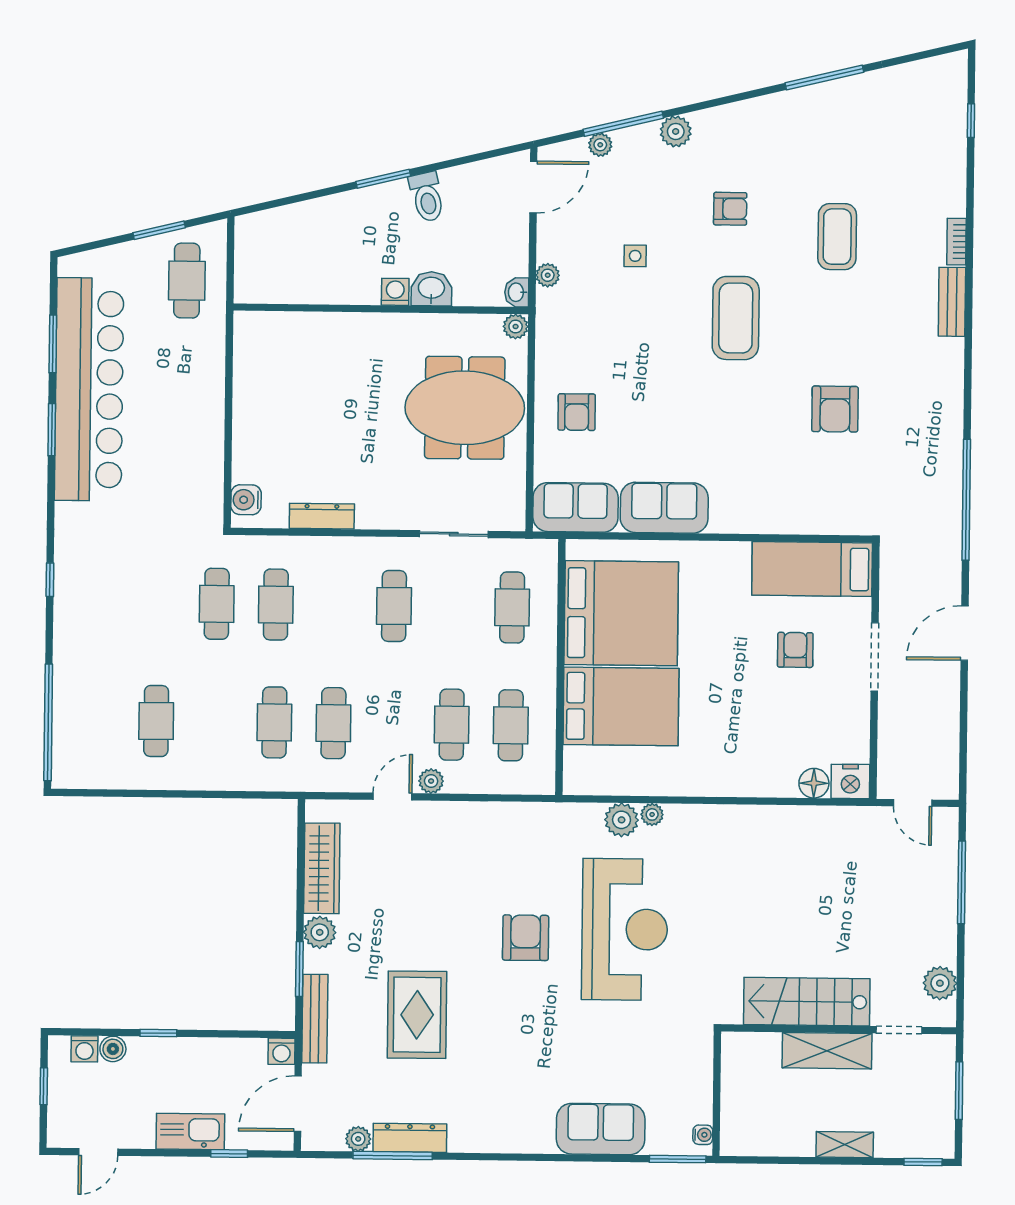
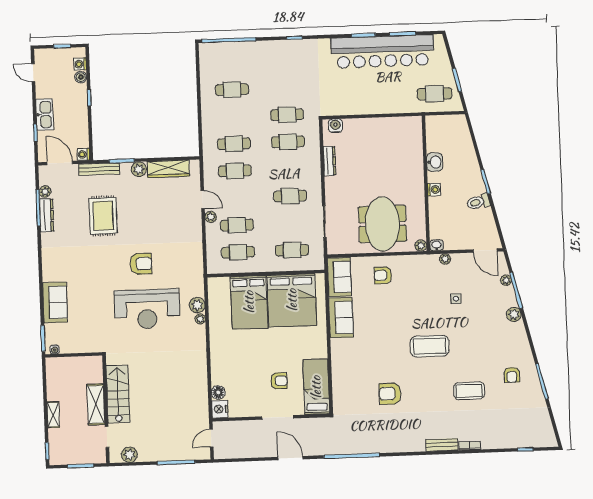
armchair: (730, 209) -> (512, 375), moved
washbasin: (431, 289) -> (435, 162), moved
rug: (417, 1015) -> (103, 216), turned 90

